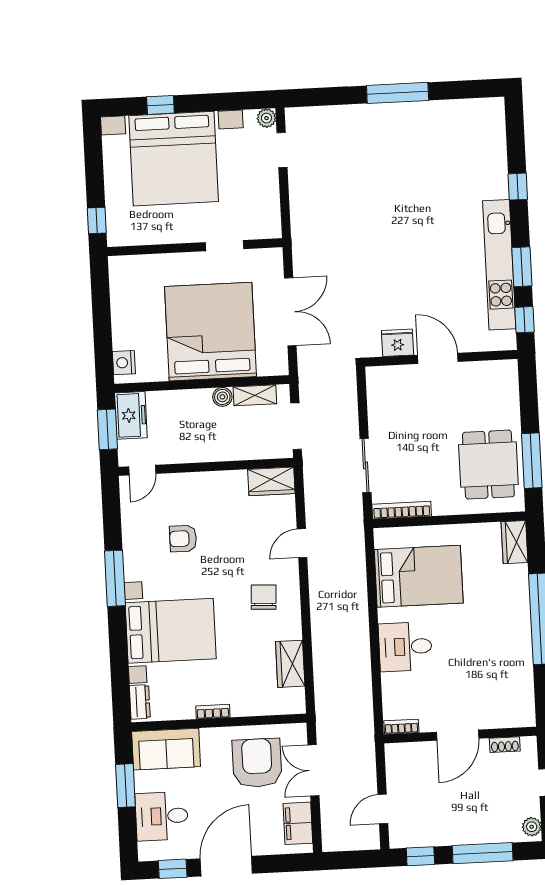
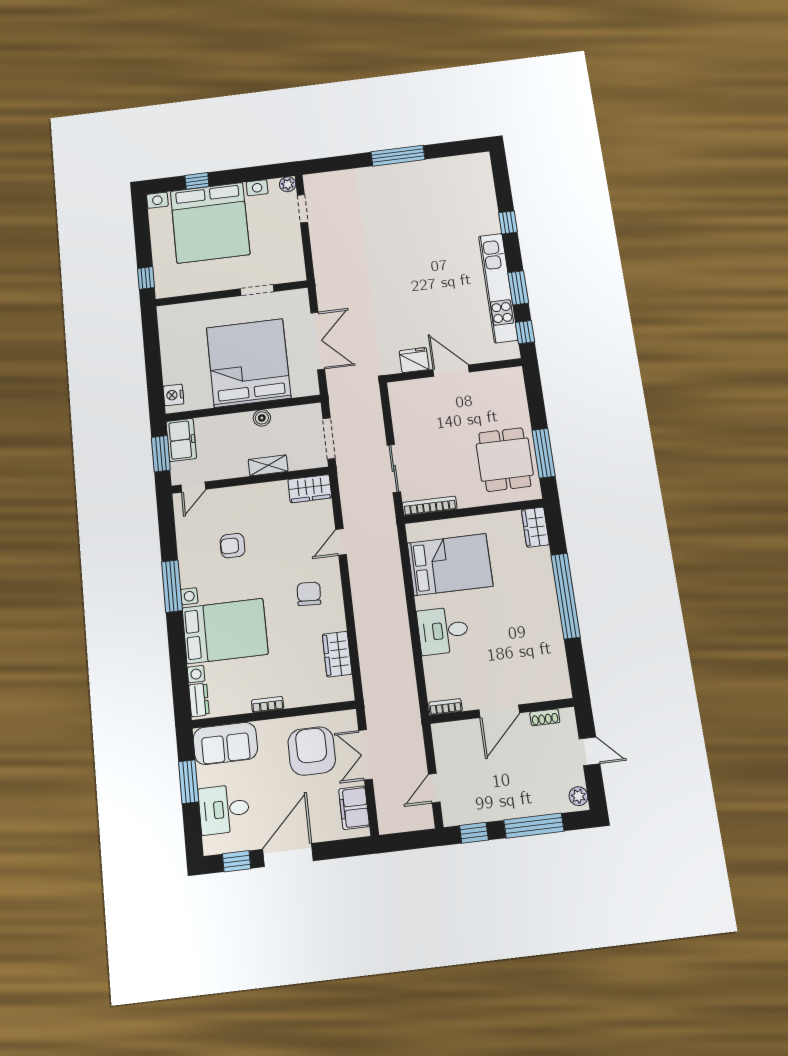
shelving: (255, 395) -> (268, 465), moved

